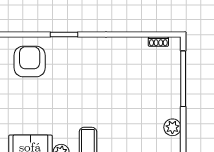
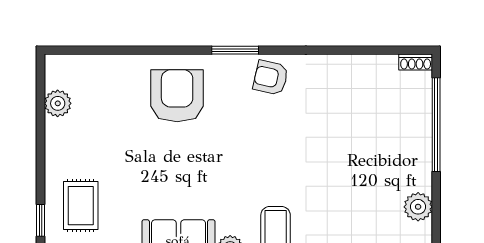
shoe rack: (158, 42) -> (416, 62), moved
armchair: (85, 51) -> (271, 78), added

